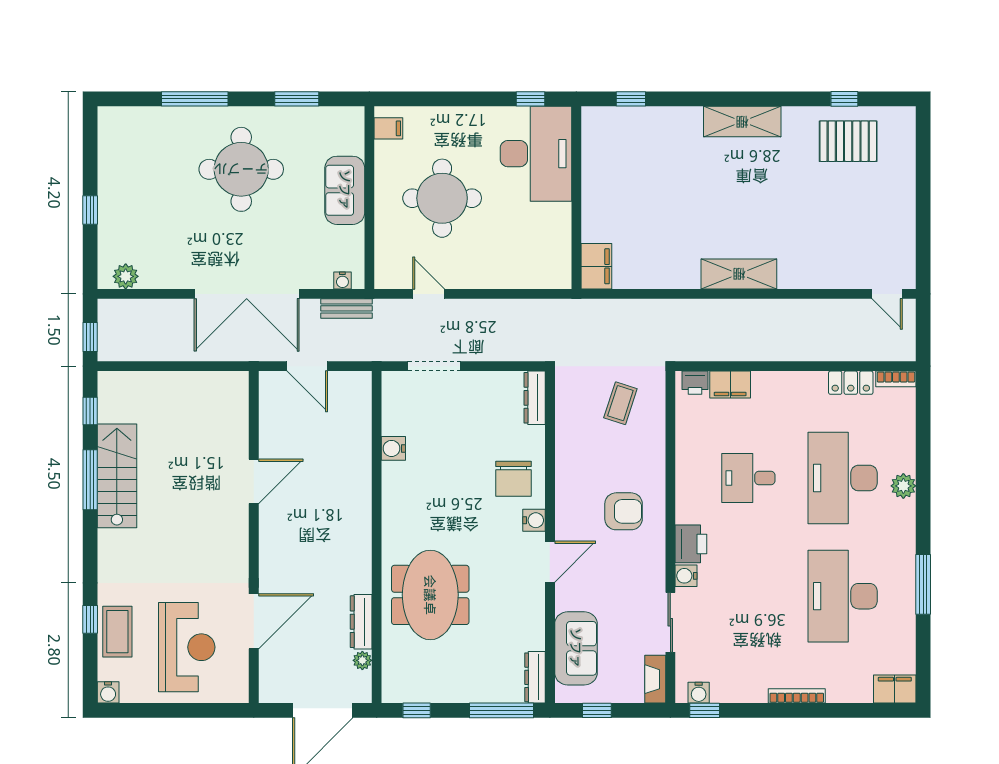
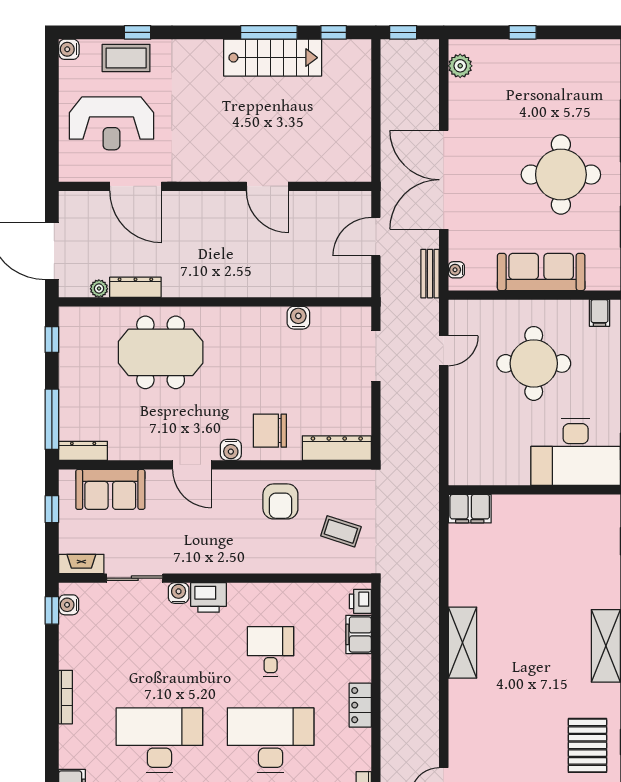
sofa: (345, 190) -> (541, 272), width x1.36
locker: (851, 383) -> (360, 705), moved
dresser: (535, 398) -> (337, 448), width x1.37, depth x1.24
armchair: (624, 511) -> (280, 501), moved

